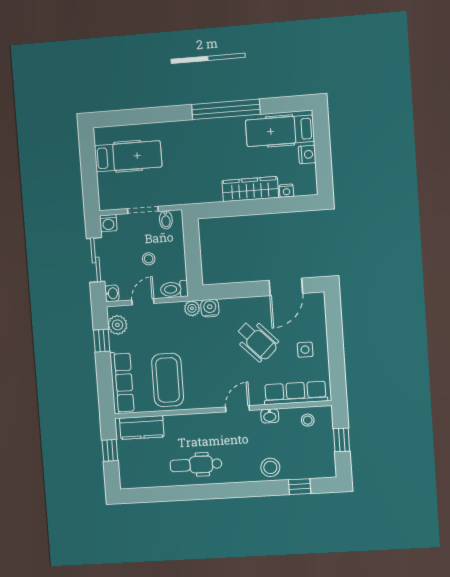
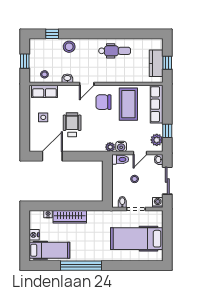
hospital bed: (128, 156) -> (137, 239), width x1.37, depth x1.29
water cooler: (210, 308) -> (121, 146), moved
wheelchair: (257, 341) -> (72, 125), turned 44
chair: (208, 381) -> (103, 102), added
row of seats: (296, 393) -> (45, 91), width x0.68
kitchen counter: (142, 427) -> (156, 63), moved, turned -90

